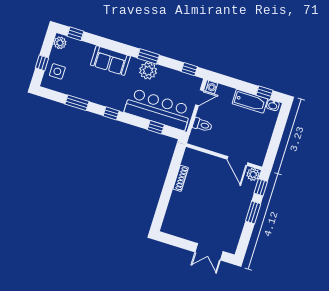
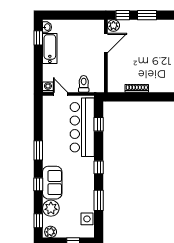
window: (189, 69) -> (38, 184), moved
side table: (57, 71) -> (87, 219), moved
plant: (148, 71) -> (51, 208), moved

